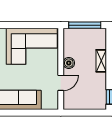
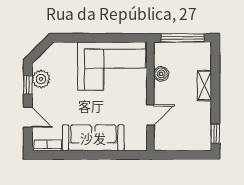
boiler: (69, 63) -> (161, 74), moved

